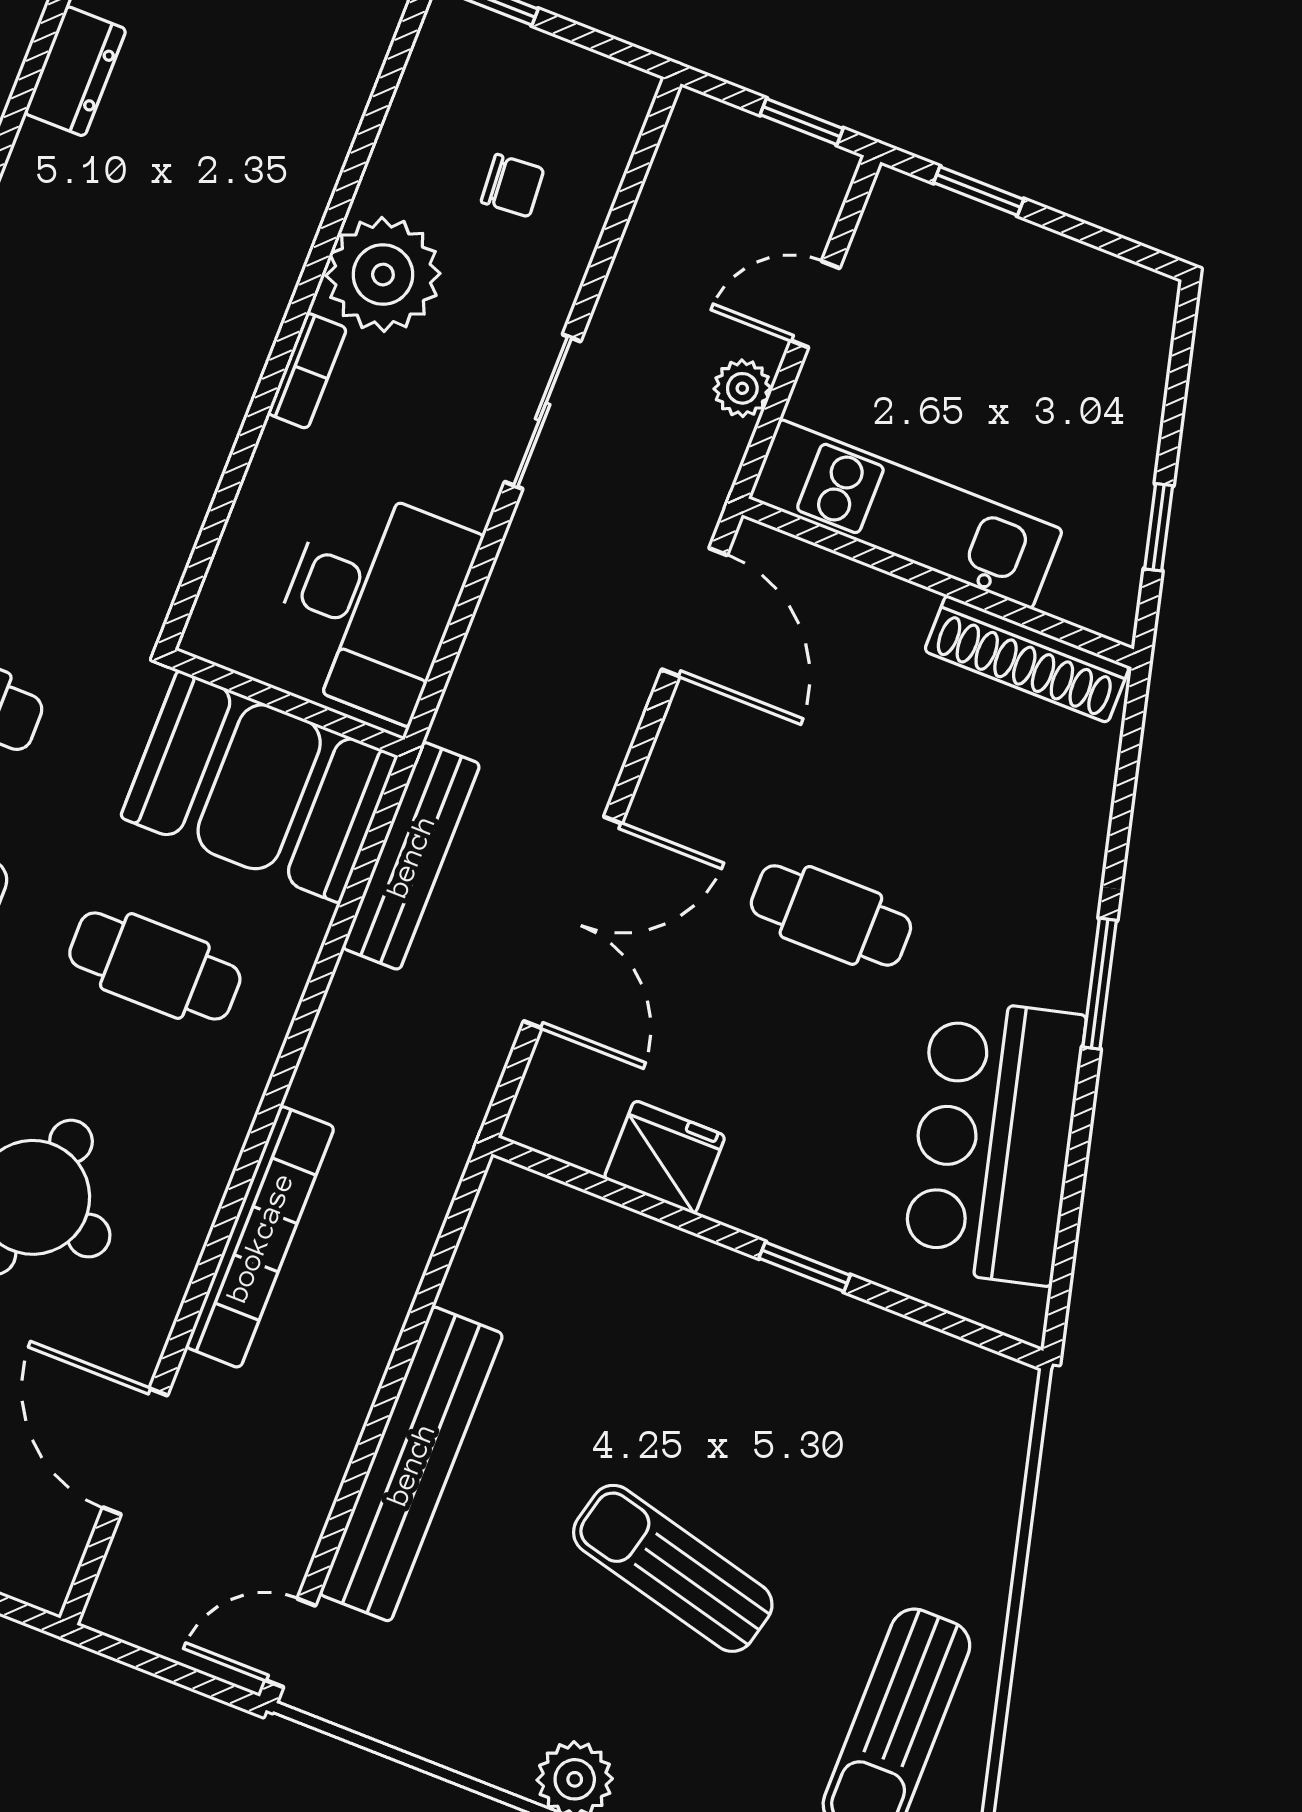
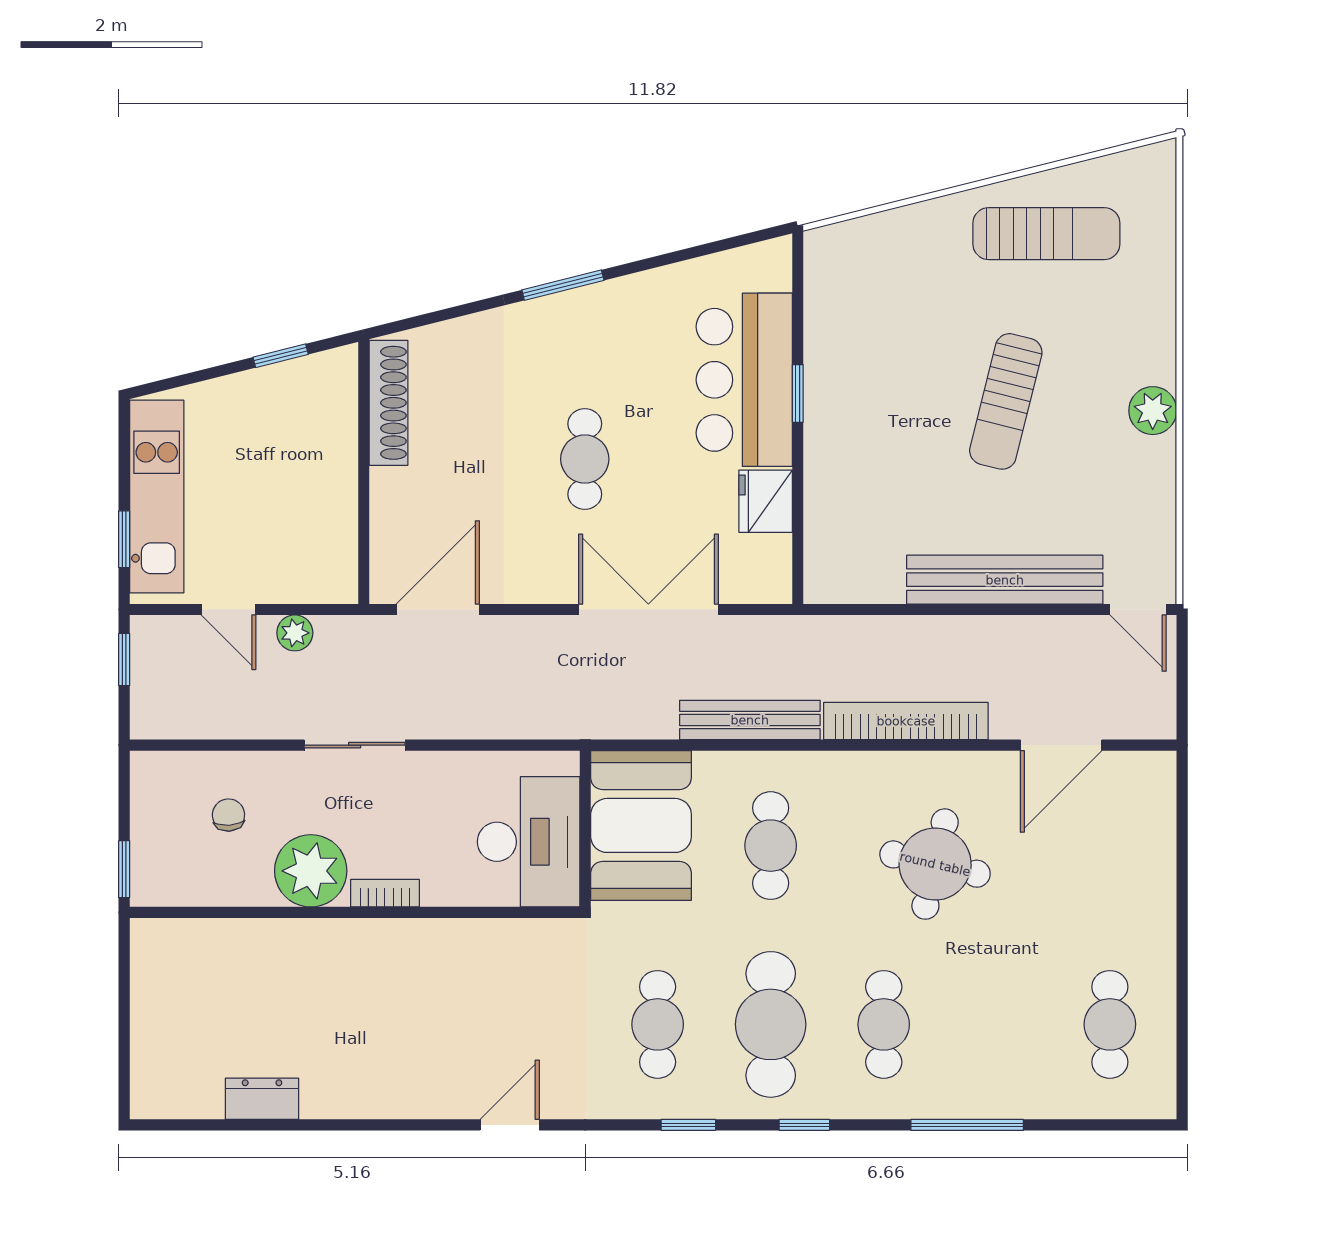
kitchen unit: (906, 514) -> (157, 497), moved, turned 180
desk: (372, 602) -> (529, 842), moved, turned 90
bench: (411, 856) -> (750, 720), moved
bar counter: (994, 1141) -> (744, 380), moved, turned 104

